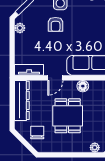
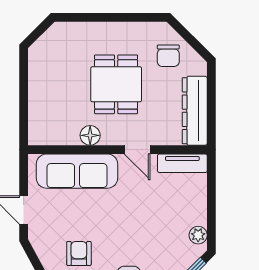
armchair: (56, 24) -> (79, 253), moved
door: (55, 78) -> (137, 150), swing flipped
plant: (95, 148) -> (70, 30), removed

